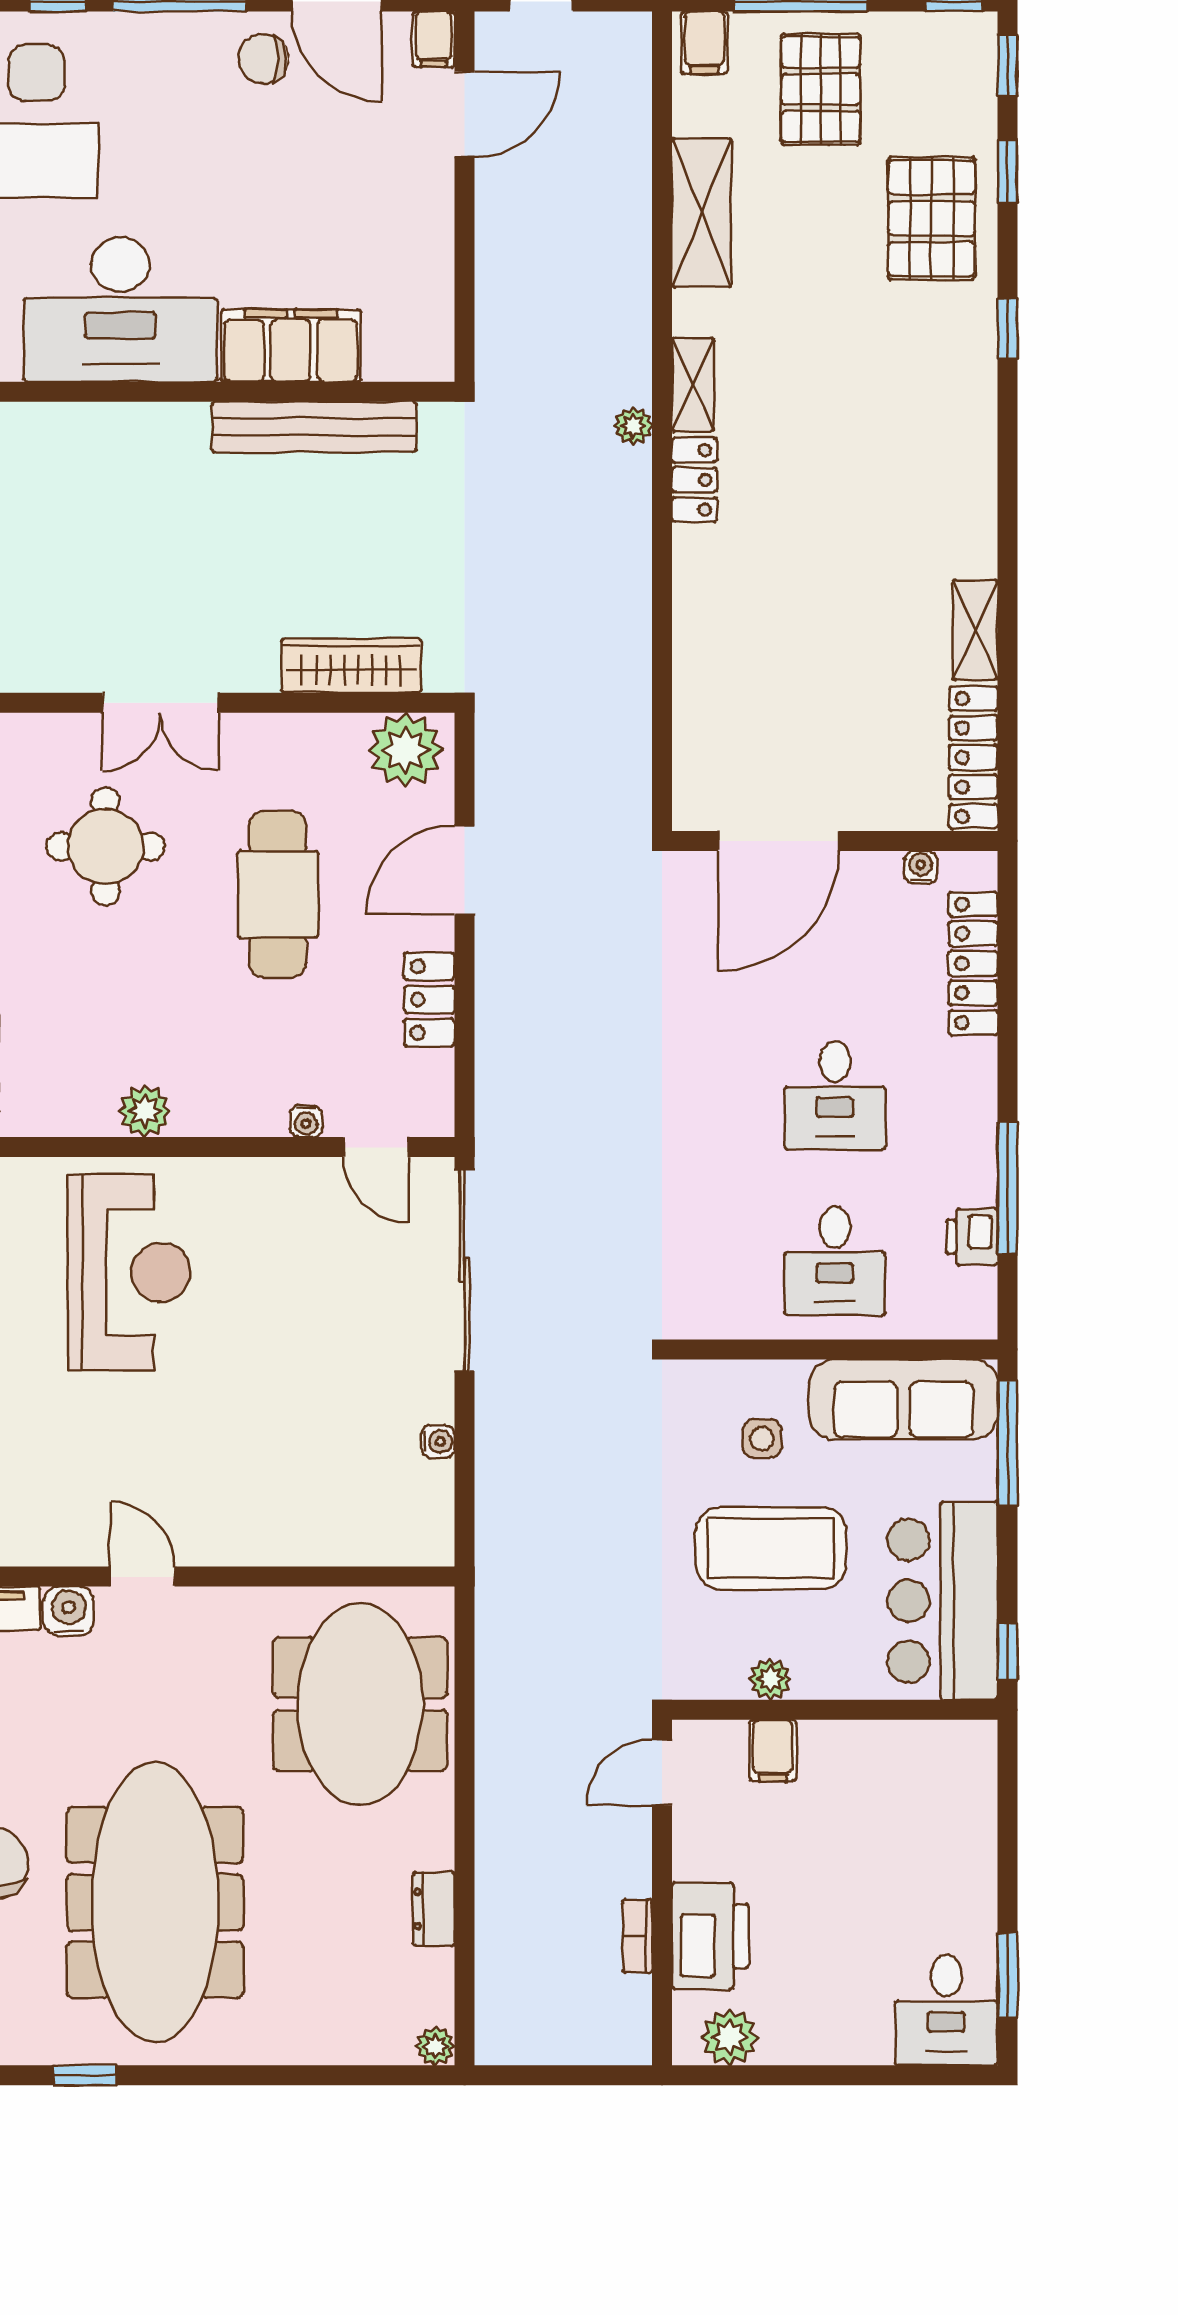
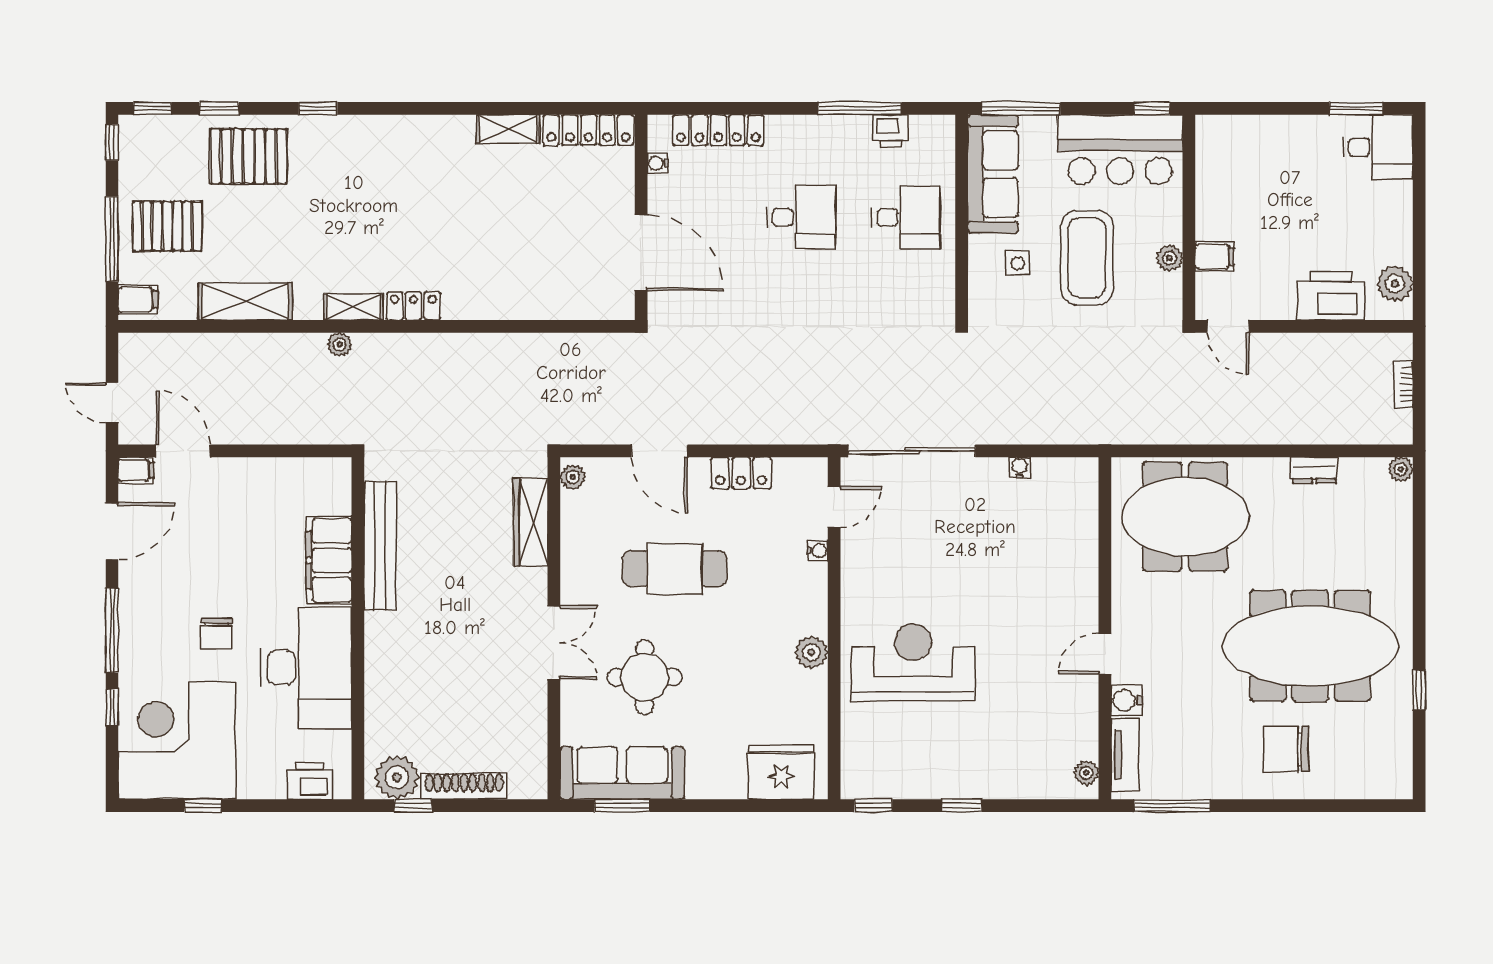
chair: (263, 59) -> (216, 634), moved
plant: (633, 426) -> (340, 344), moved
plant: (405, 750) -> (573, 477), width x0.53, depth x0.53
bookcase: (637, 1936) -> (1404, 384), moved, turned 90

